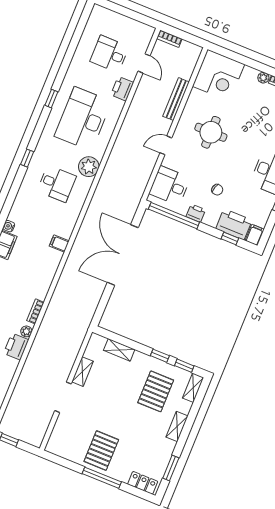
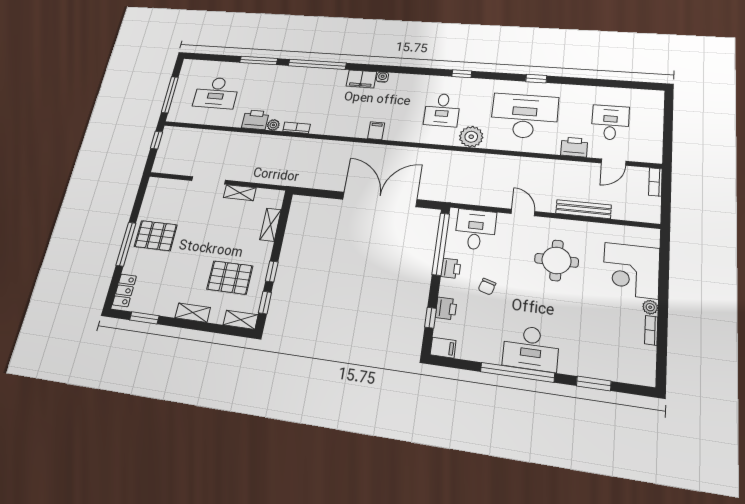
corner desk: (219, 75) -> (631, 270), moved
printer: (234, 224) -> (446, 308), width x0.53, depth x0.68

